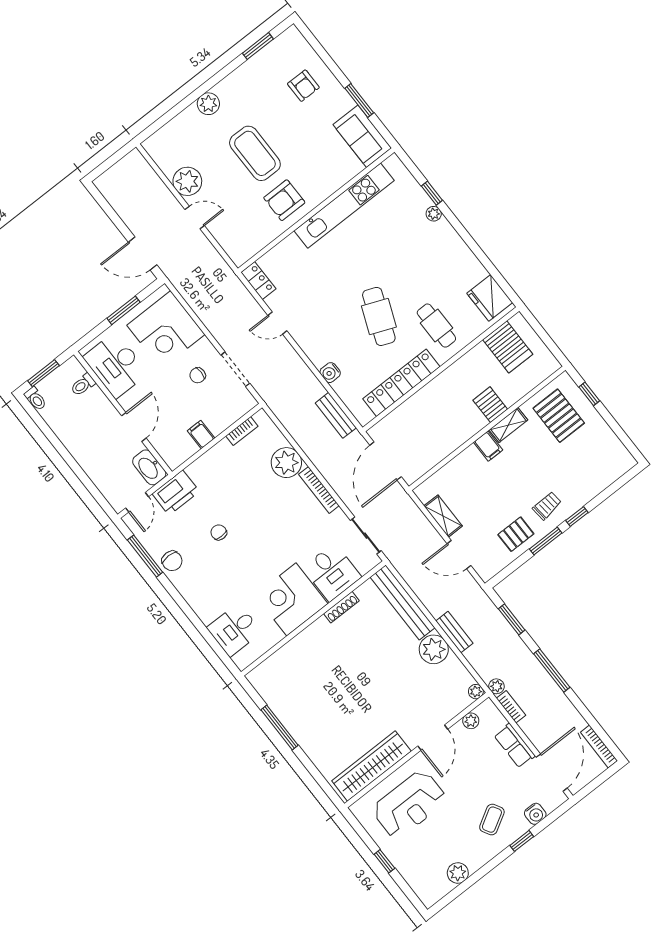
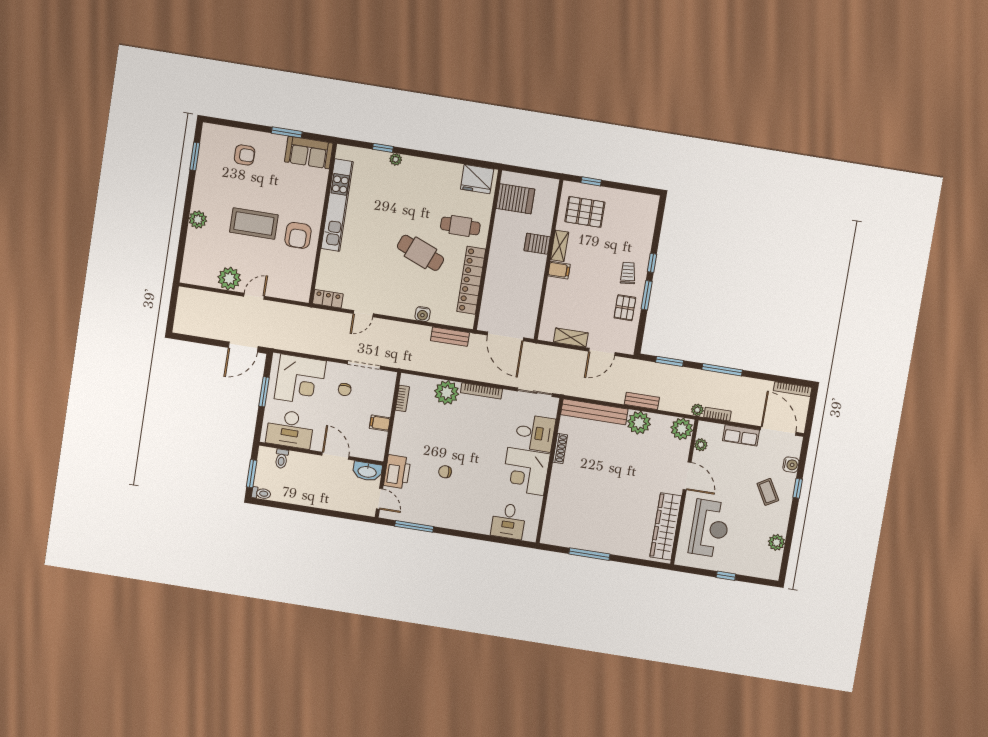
chair: (172, 561) -> (433, 514), removed
plant: (476, 692) -> (682, 429), width x1.88, depth x1.88

